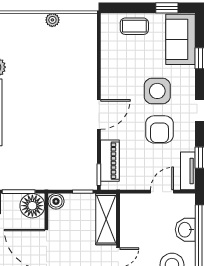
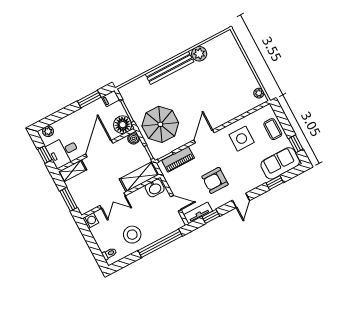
plant: (52, 20) -> (259, 93), moved
side table: (157, 91) -> (242, 139), moved
door: (99, 114) -> (204, 136), swing flipped
parasol: (56, 160) -> (160, 124), added
washbasin: (185, 230) -> (155, 188), moved, turned 180

